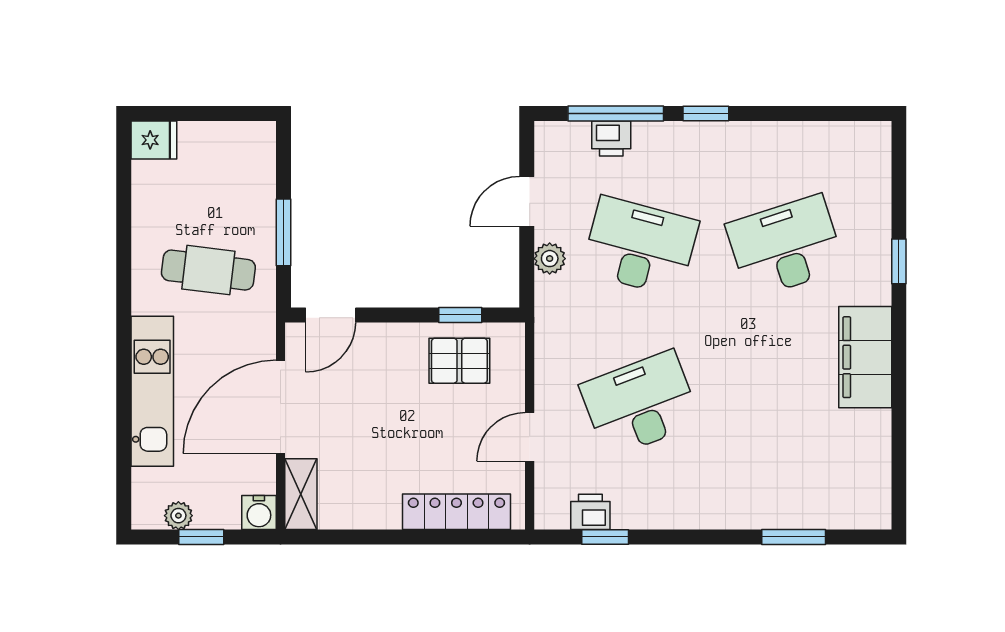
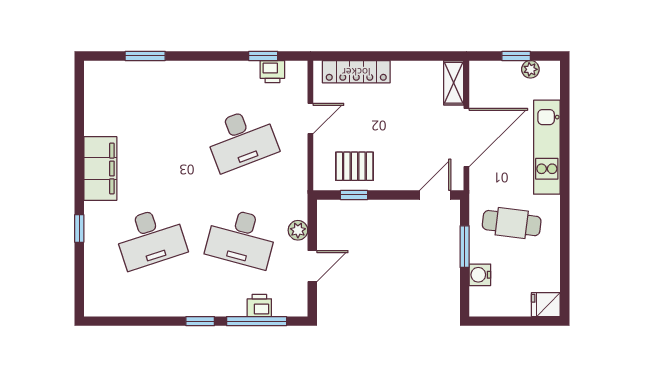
water cooler: (259, 512) -> (480, 275), moved, turned -90

